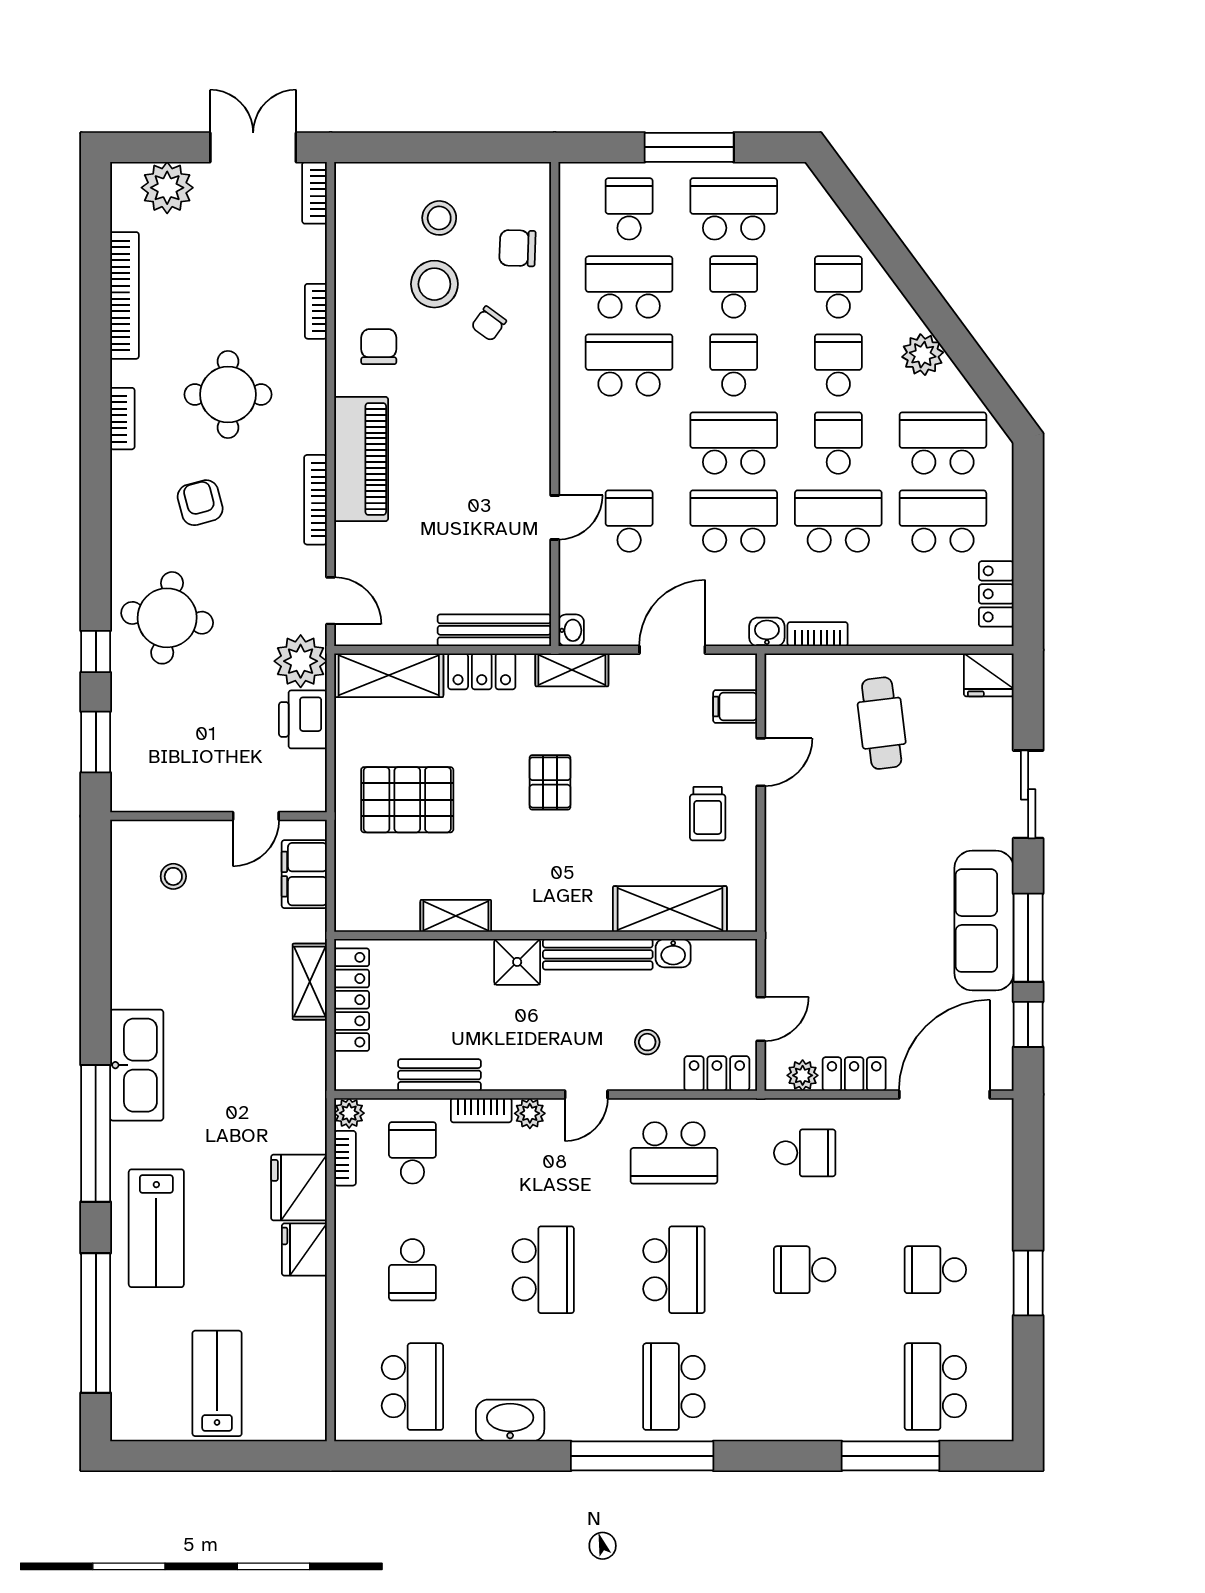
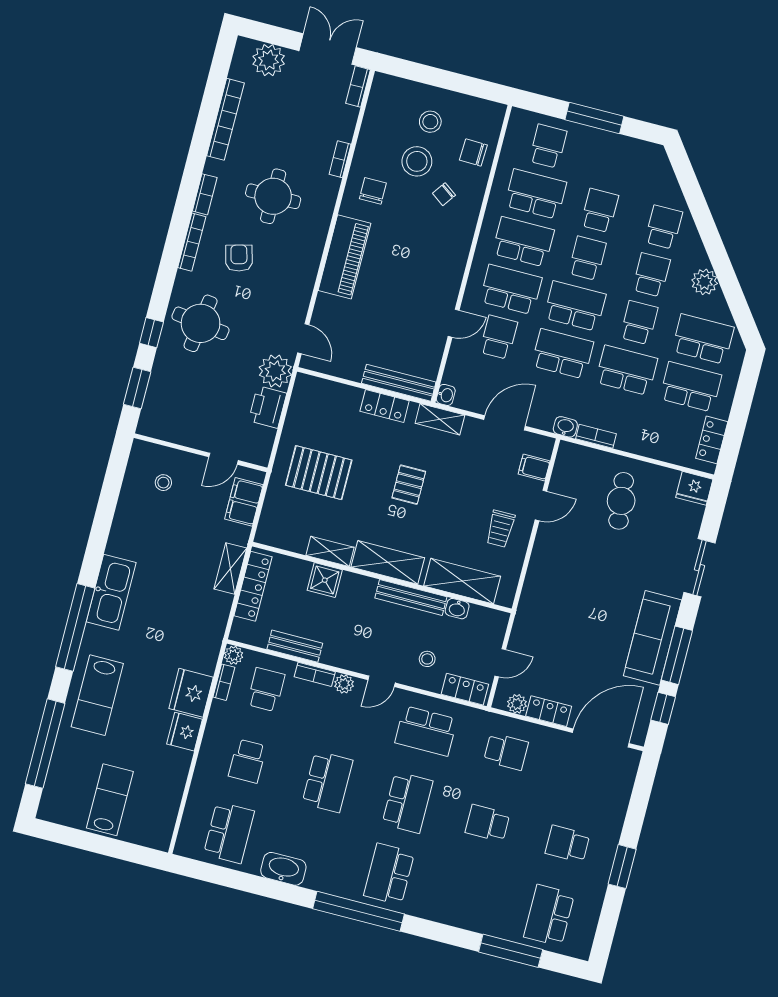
school desk: (734, 209) -> (511, 289), moved
bookcase: (315, 500) -> (192, 242), moved, turned 180
shelving: (389, 675) -> (388, 562), moved
shower: (517, 962) -> (325, 580), moved

